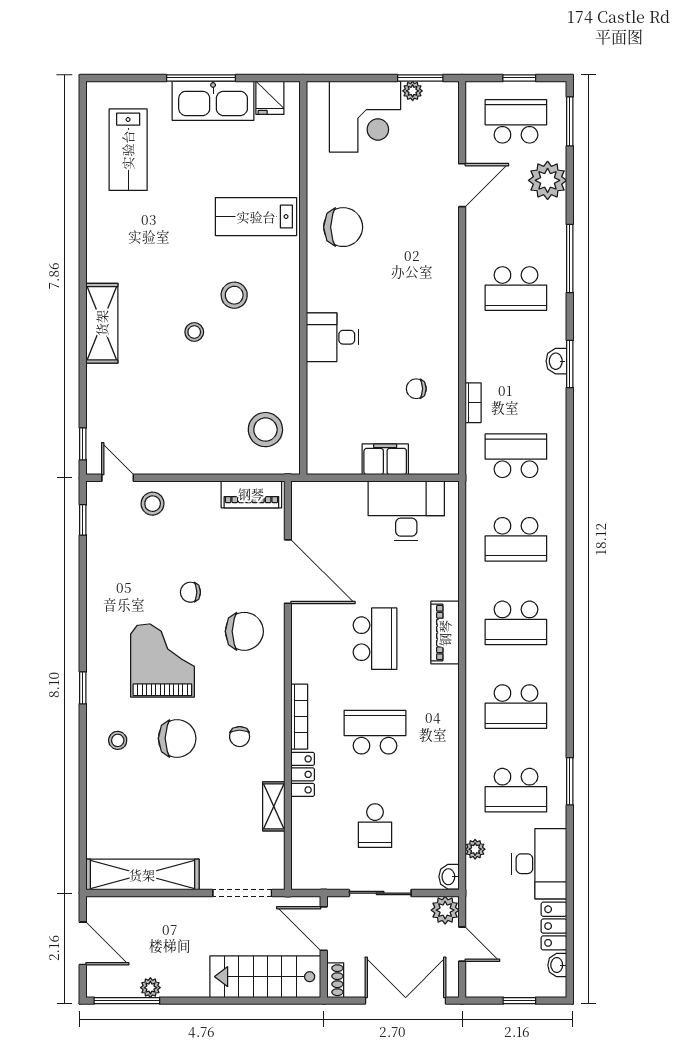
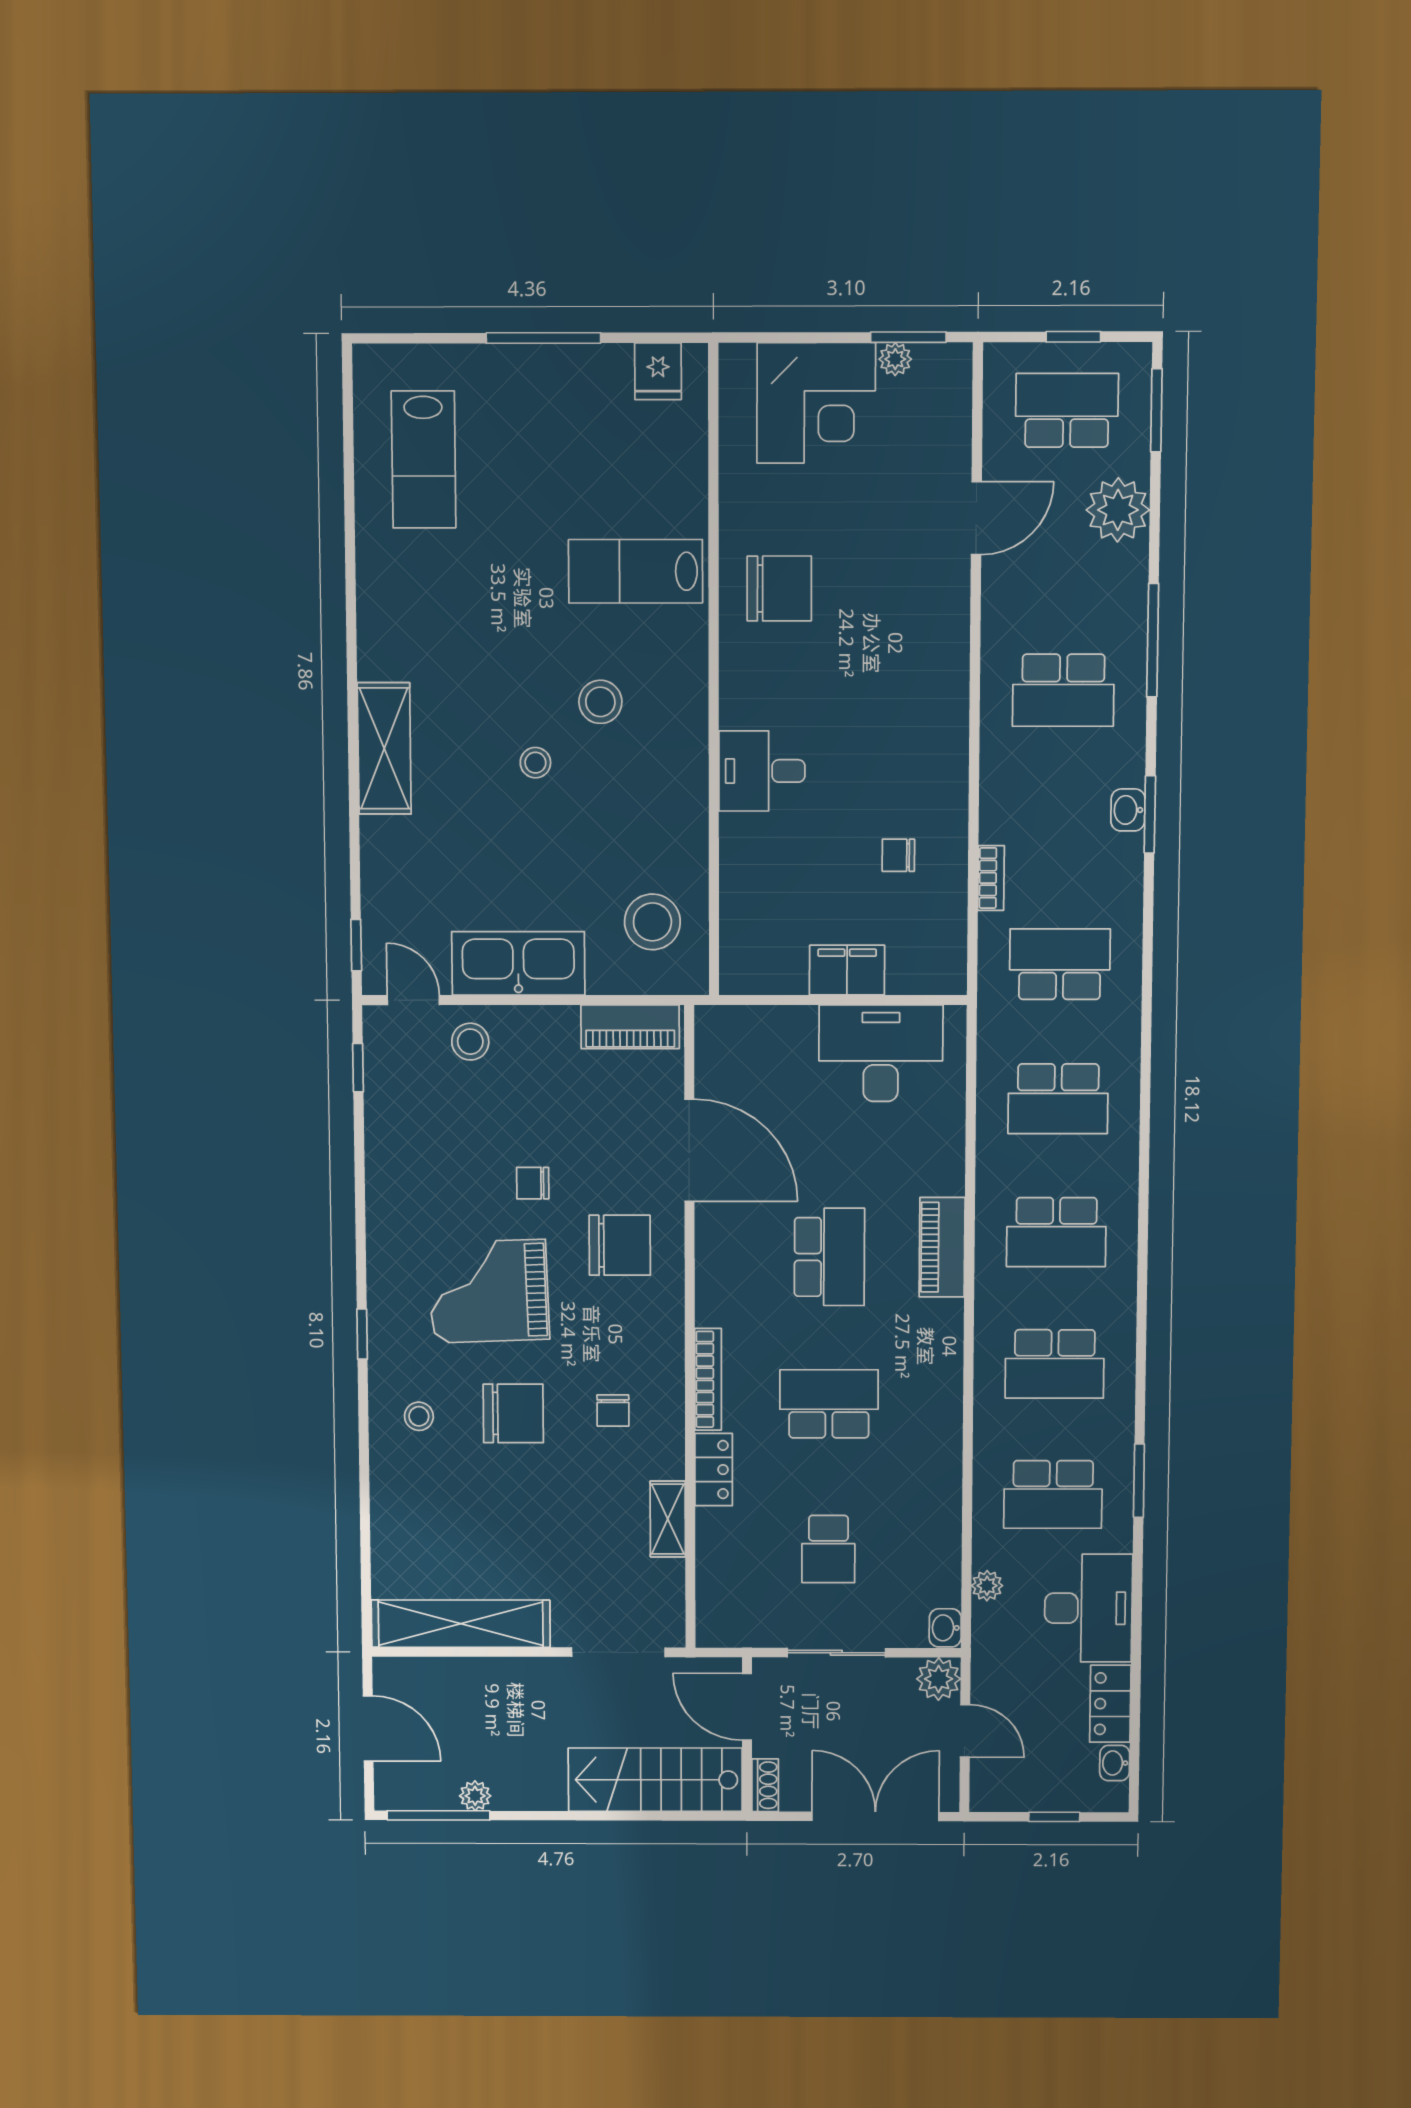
kitchen sink: (213, 101) -> (518, 963), moved, turned 180
grand piano: (162, 661) -> (489, 1291), turned -92

